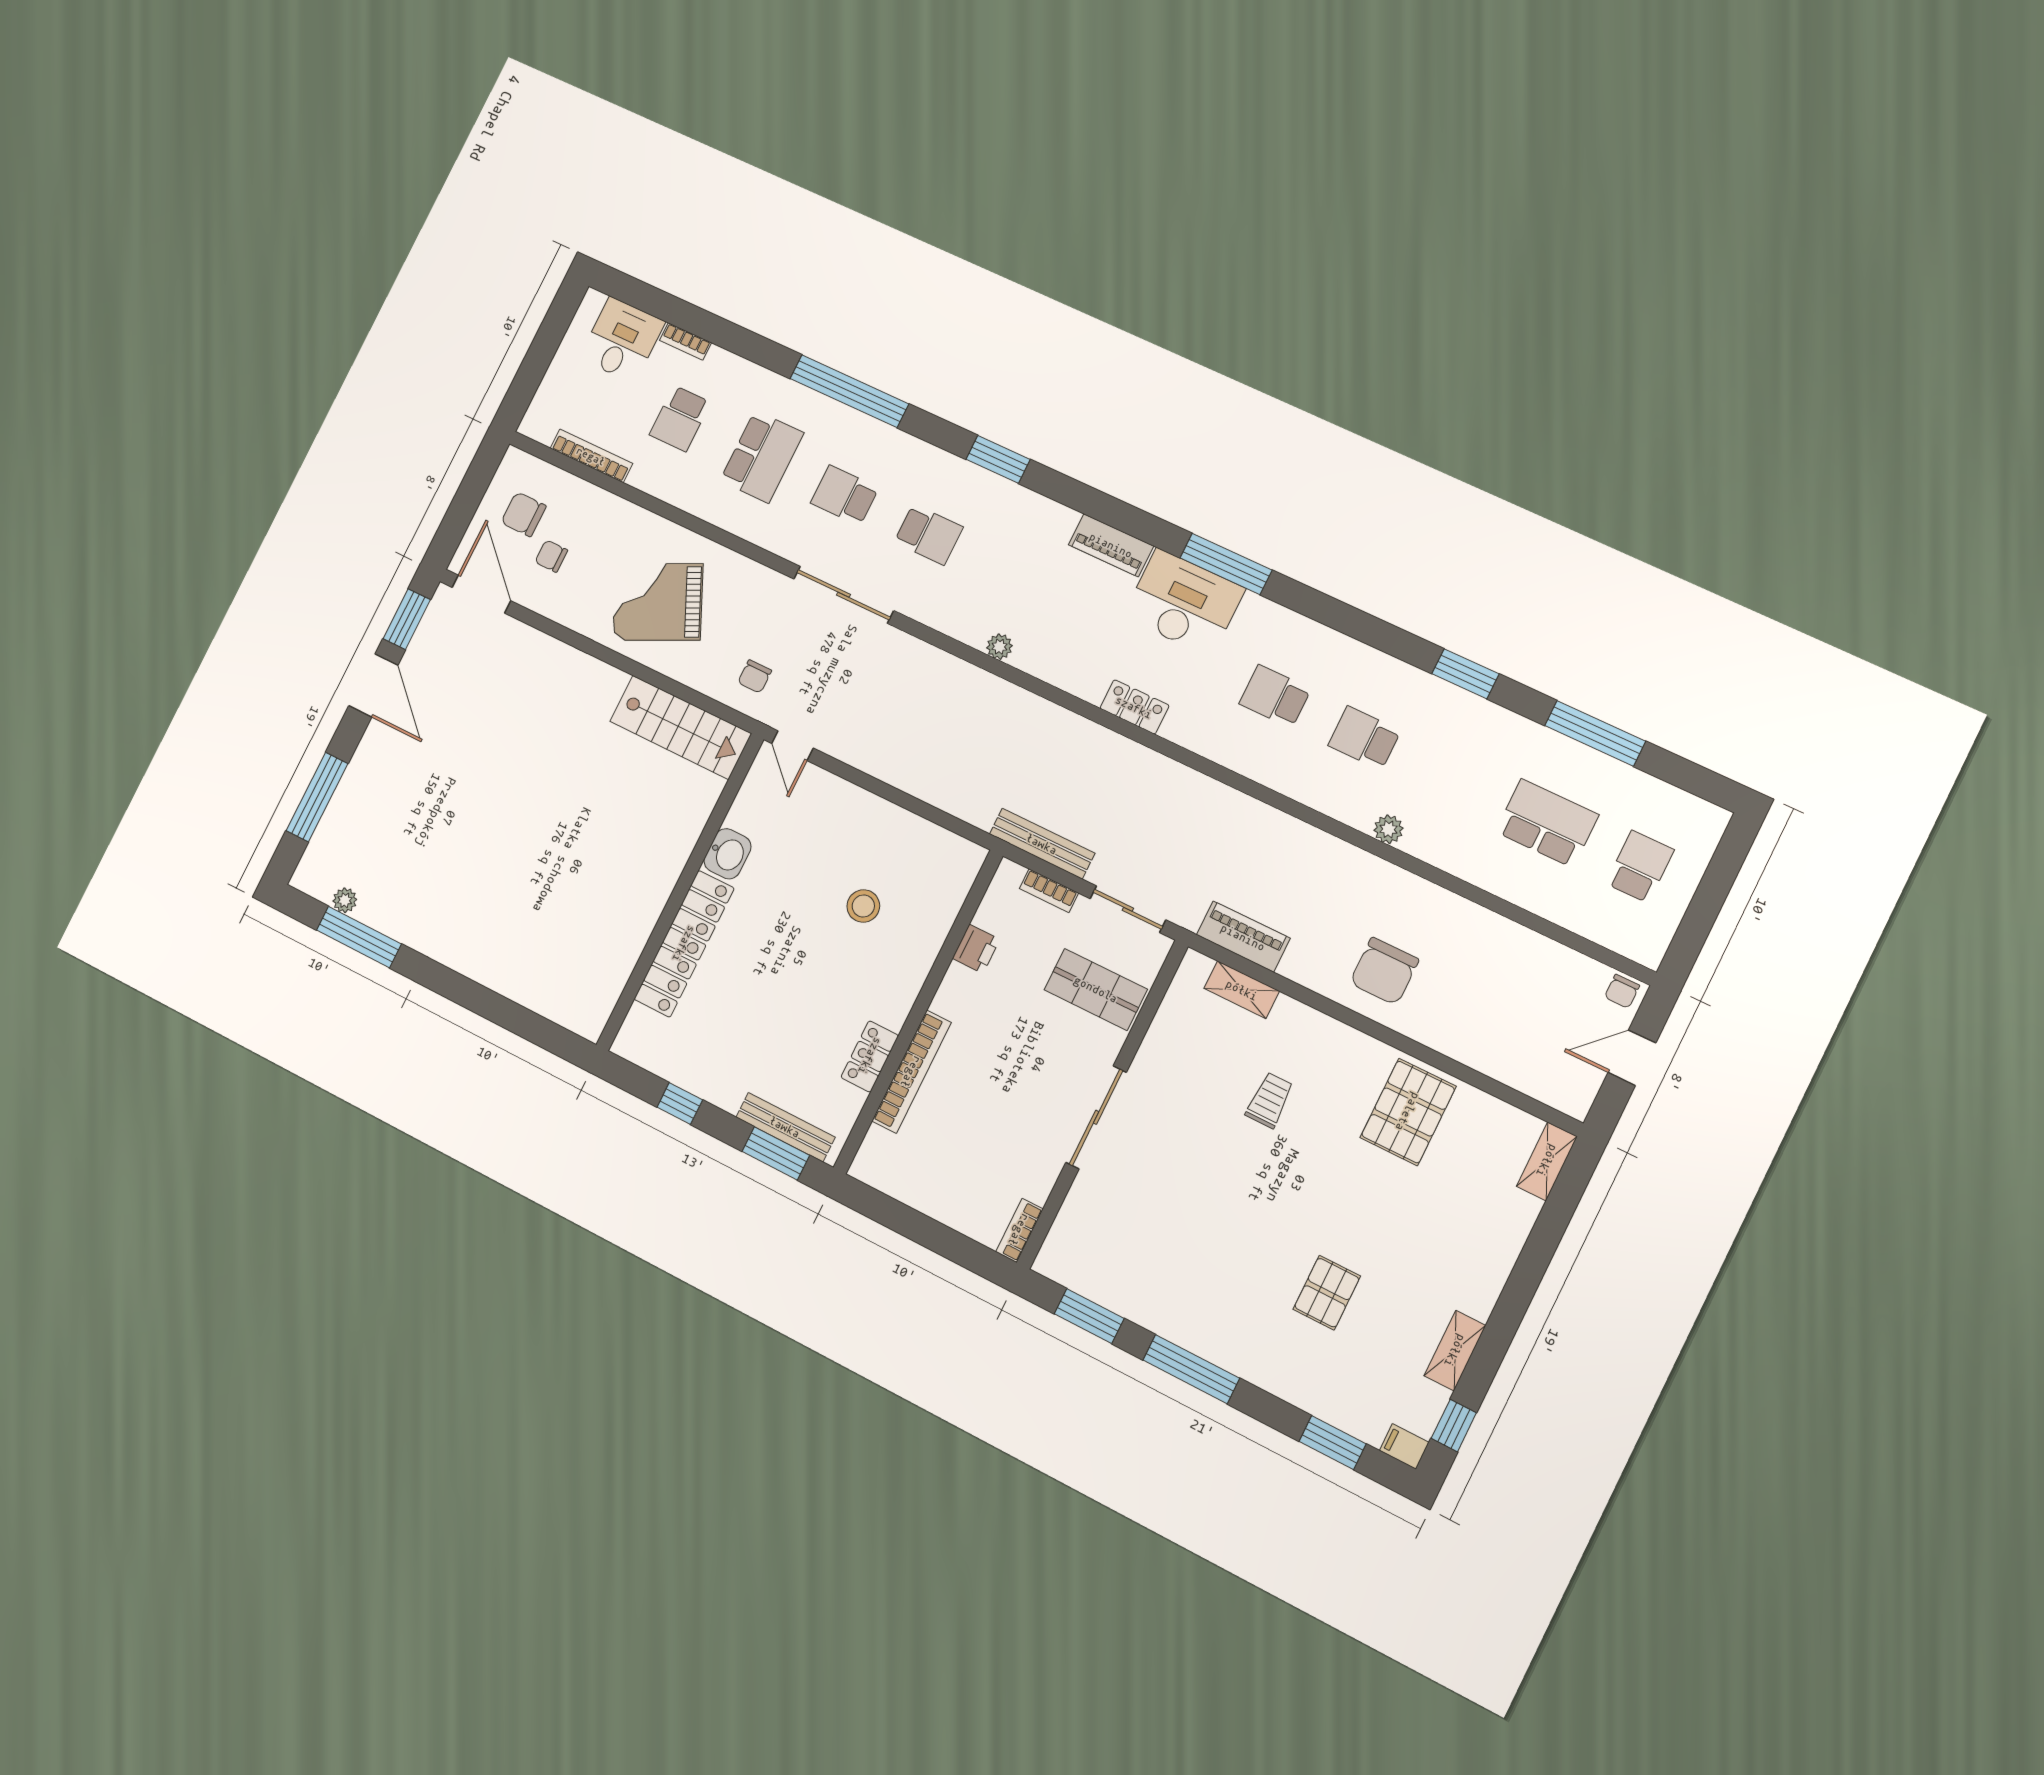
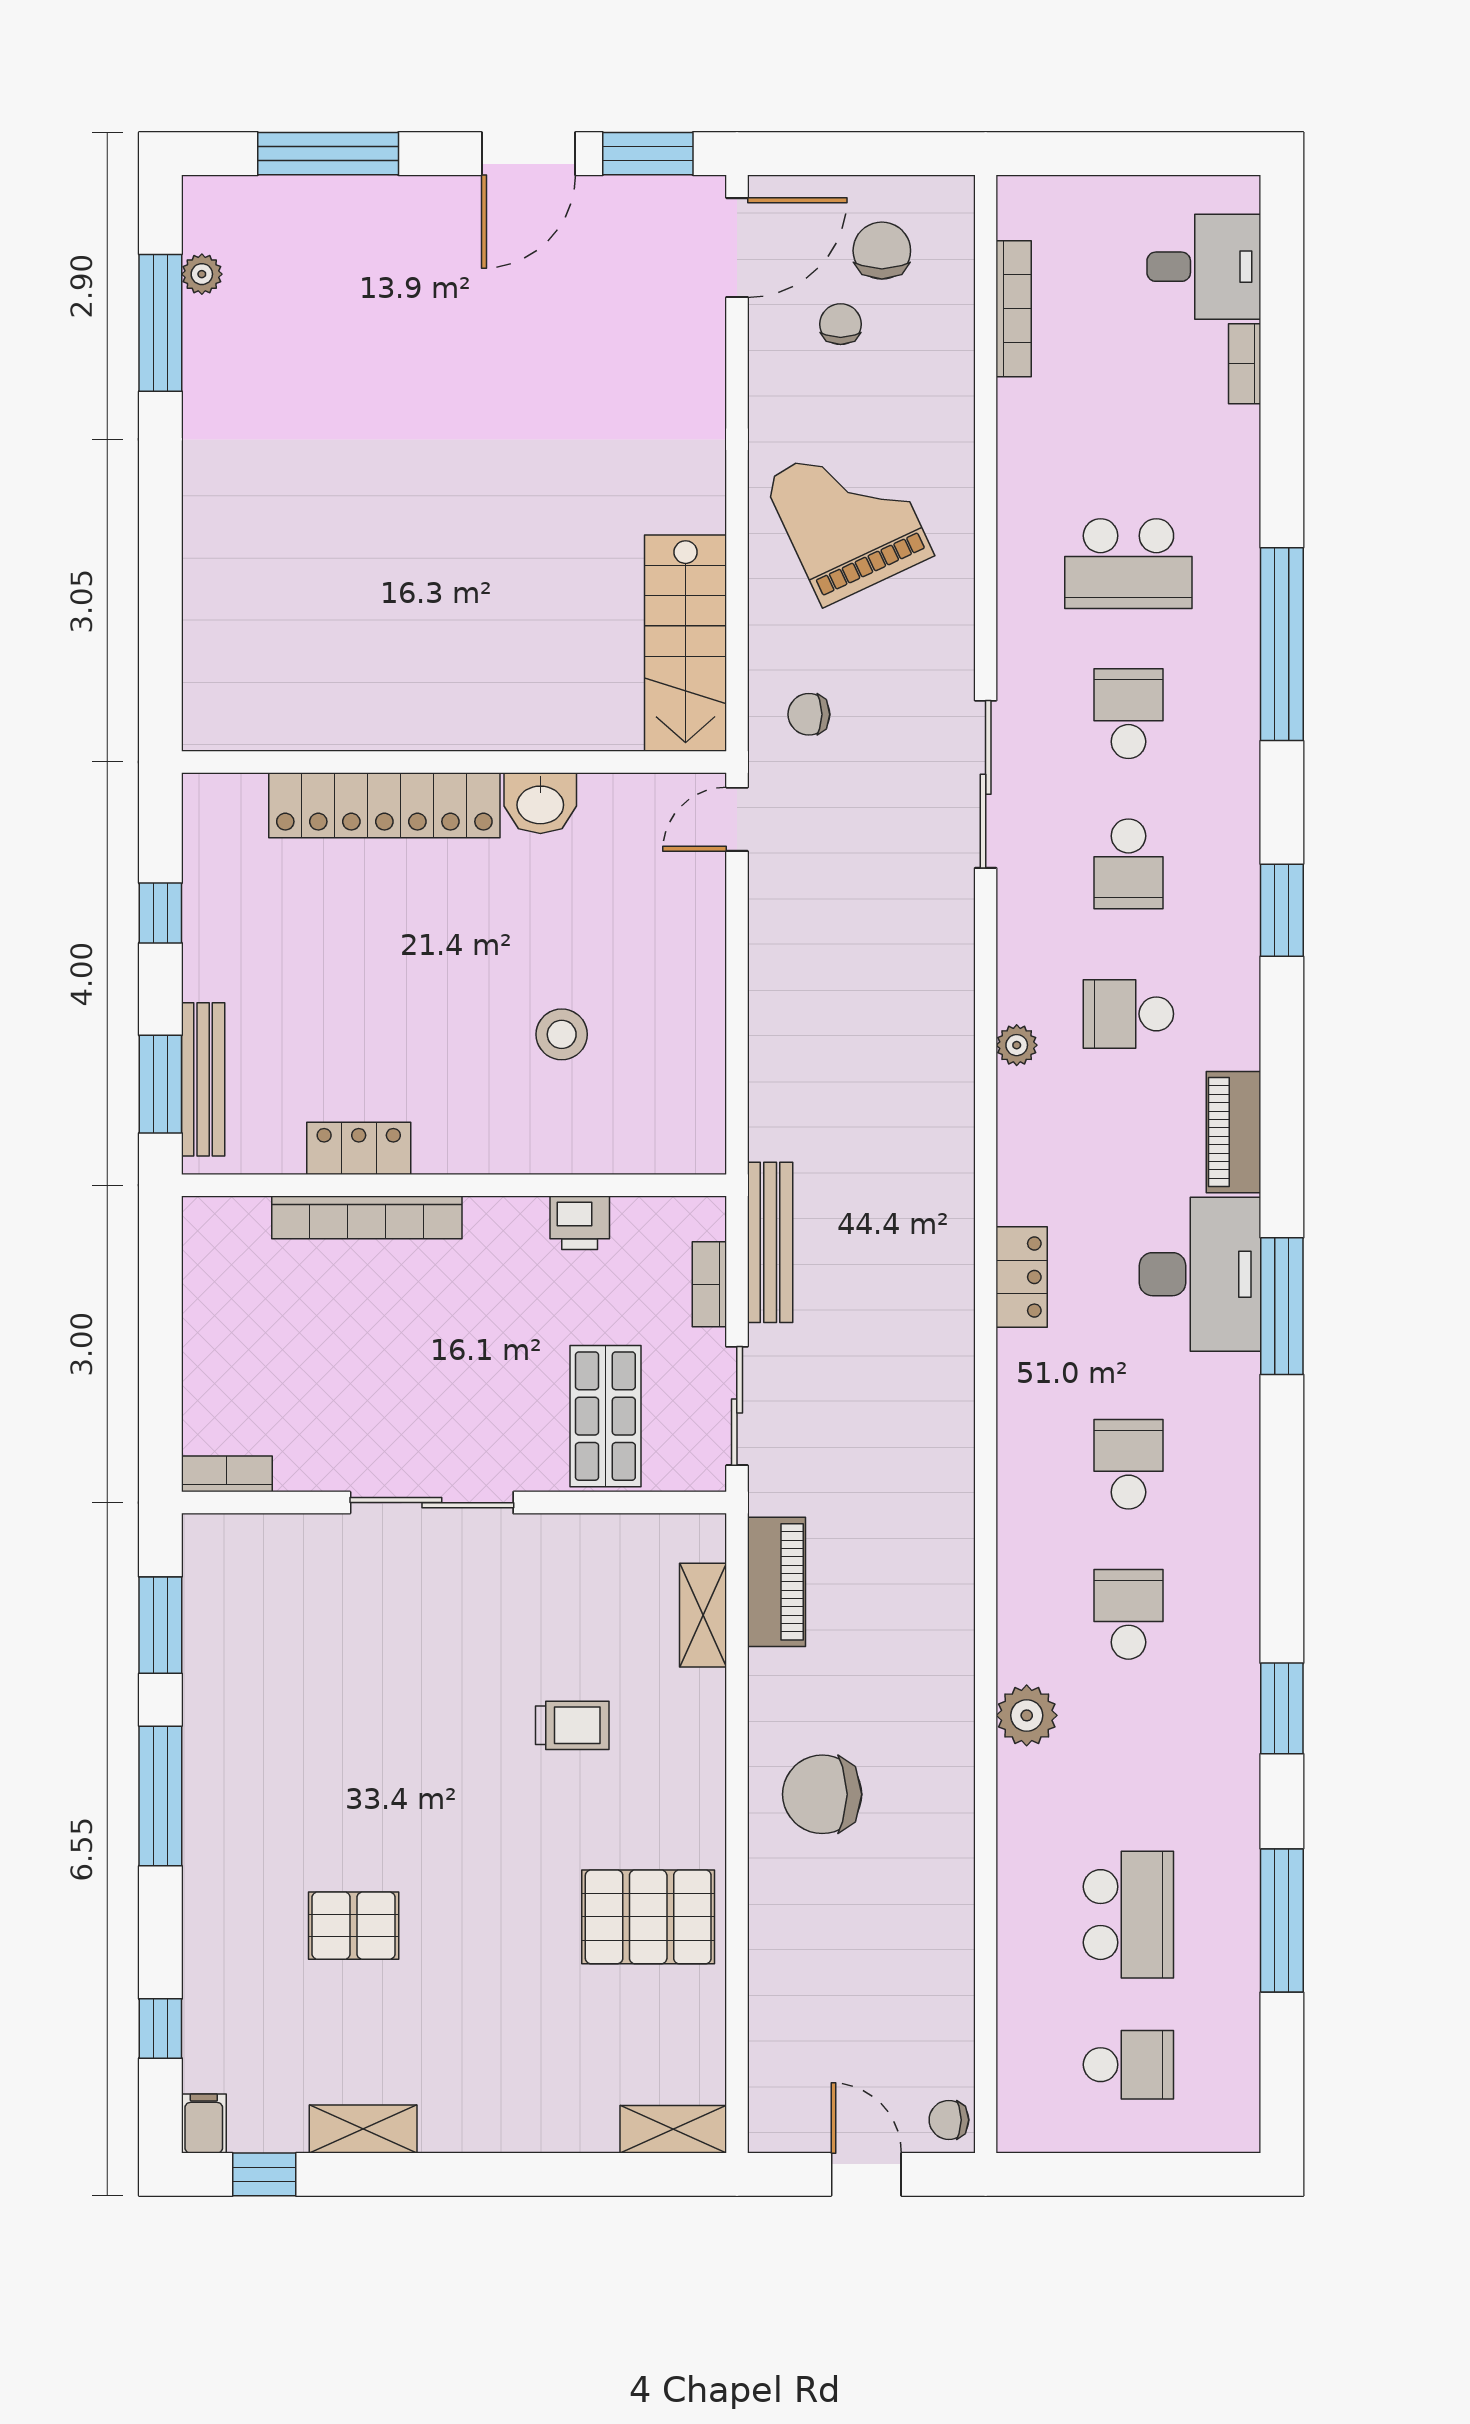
school desk: (680, 419) -> (1128, 1014), moved
plant: (1388, 829) -> (1027, 1715), width x1.38, depth x1.38
window: (1333, 1443) -> (160, 2028), width x0.67

